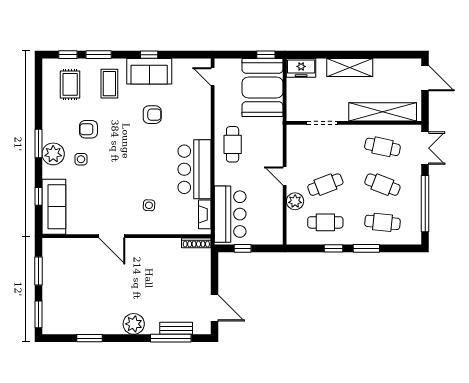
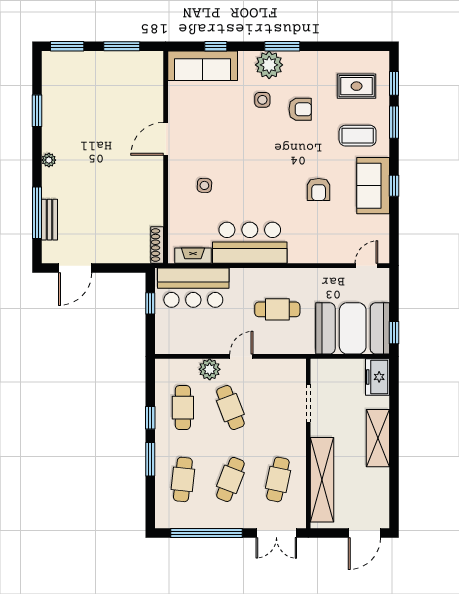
armchair: (89, 129) -> (300, 109), turned 90
cafe table: (233, 144) -> (277, 309), moved
plant: (134, 324) -> (49, 160), width x0.53, depth x0.53

